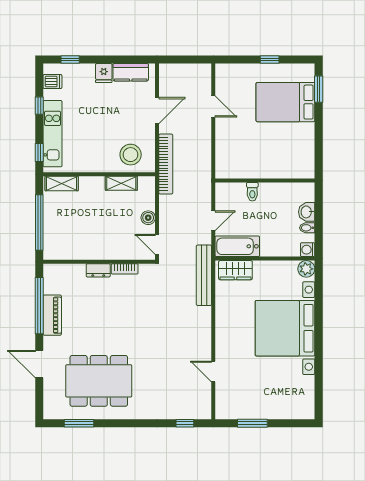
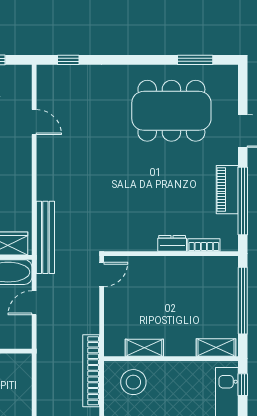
boiler: (148, 218) -> (112, 306), removed
door: (157, 244) -> (102, 274), hinge flipped
bookcase: (125, 269) -> (204, 245), moved

